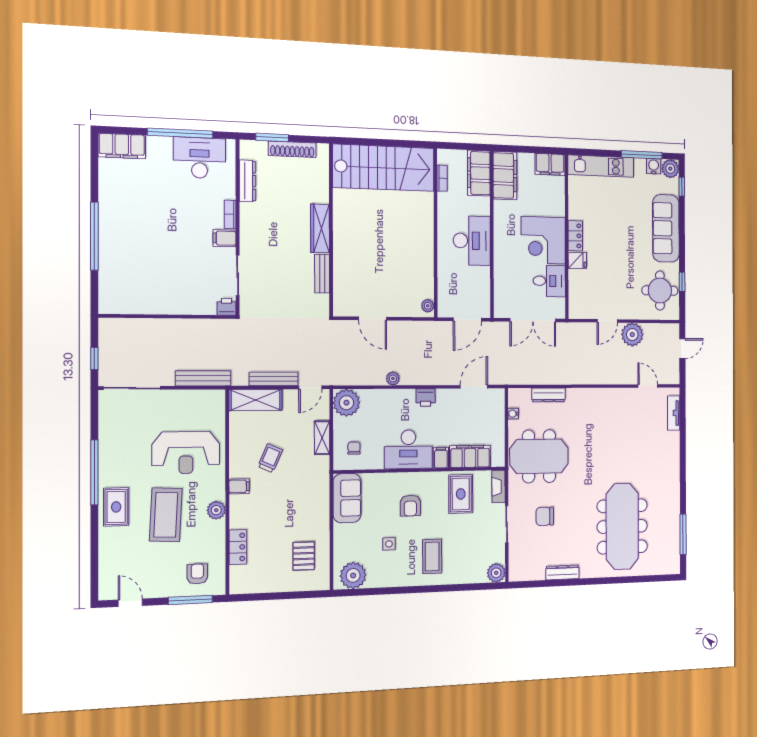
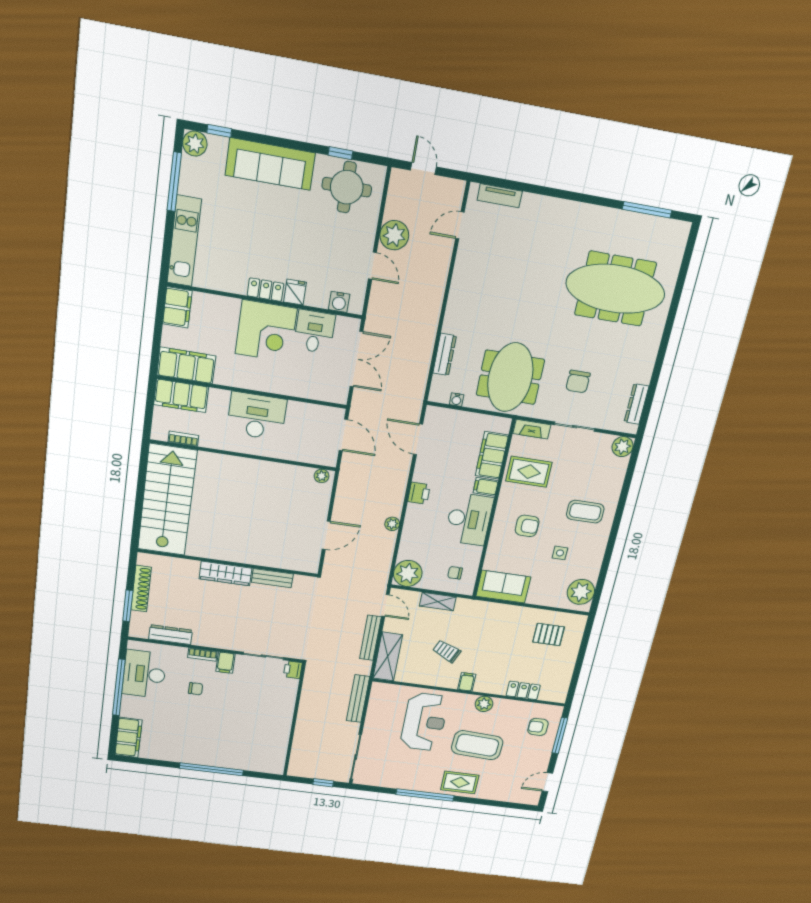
water cooler: (654, 166) -> (339, 302), moved, turned -90
chair: (190, 211) -> (196, 689), added
dresser: (562, 572) -> (637, 404), moved

